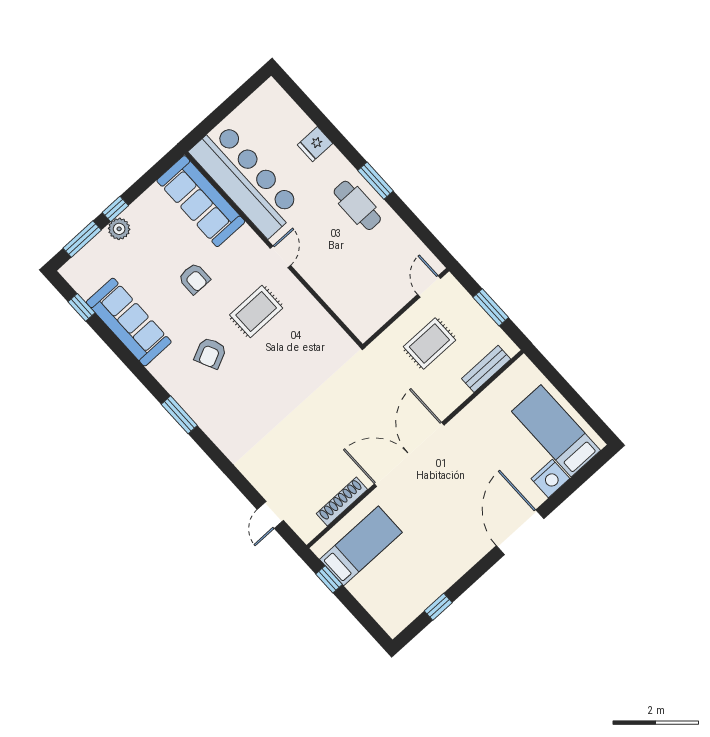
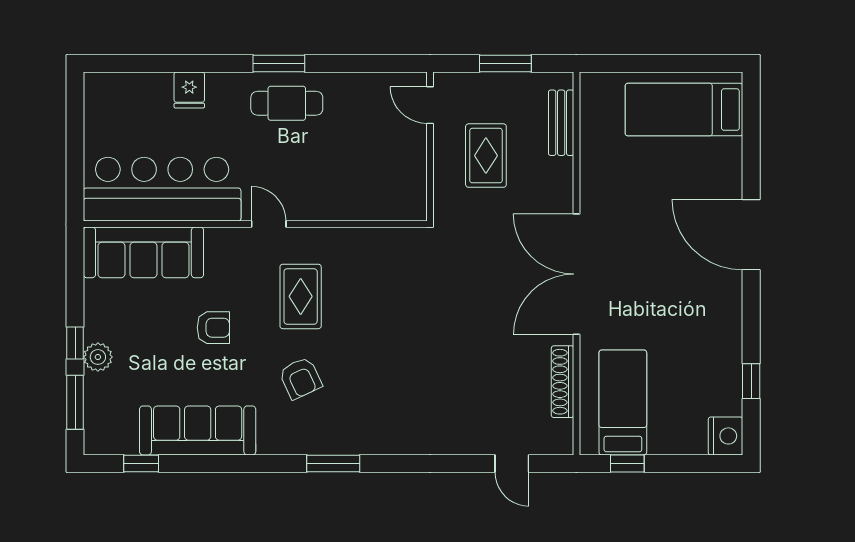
nightstand: (550, 478) -> (726, 436), moved

